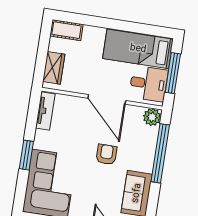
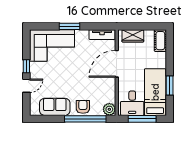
window: (132, 27) -> (170, 85), added
door: (107, 99) -> (117, 64), moved
armchair: (106, 154) -> (83, 107), moved, turned -90

